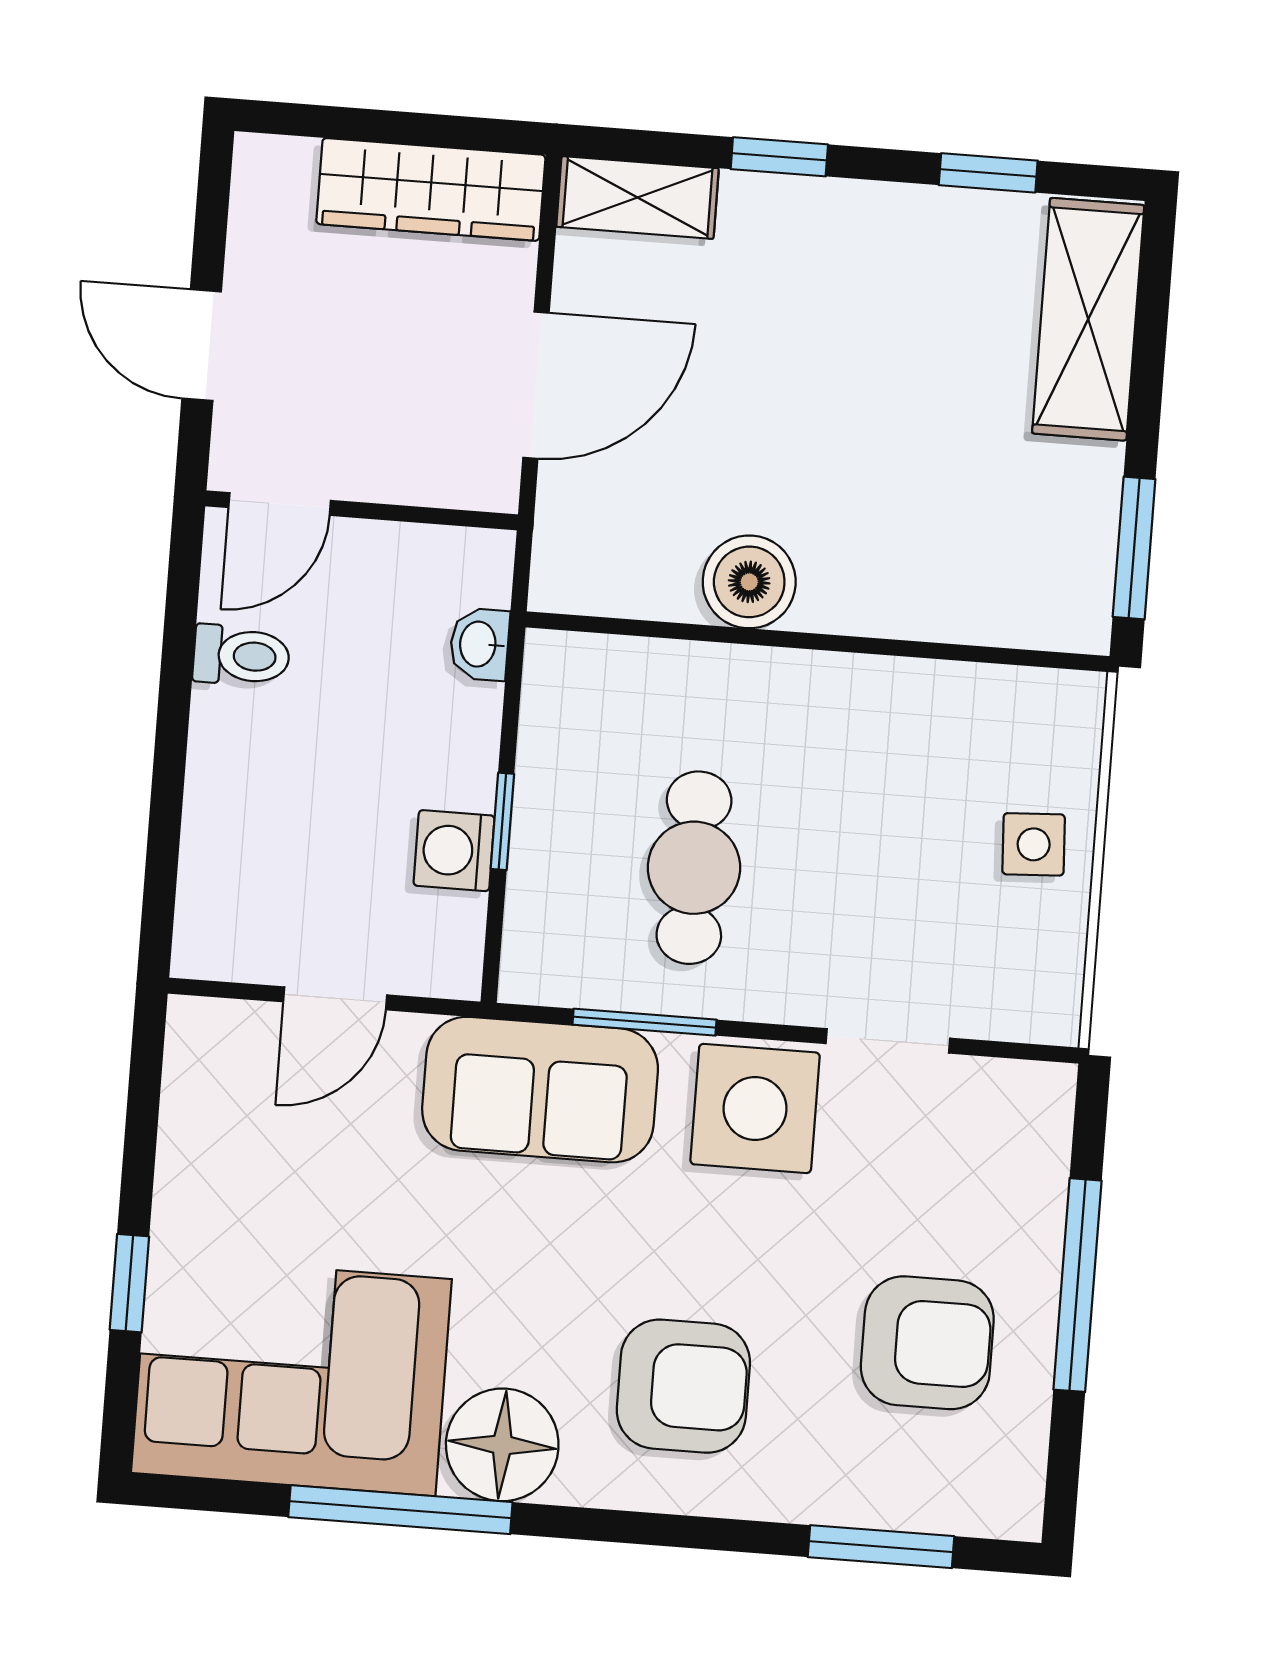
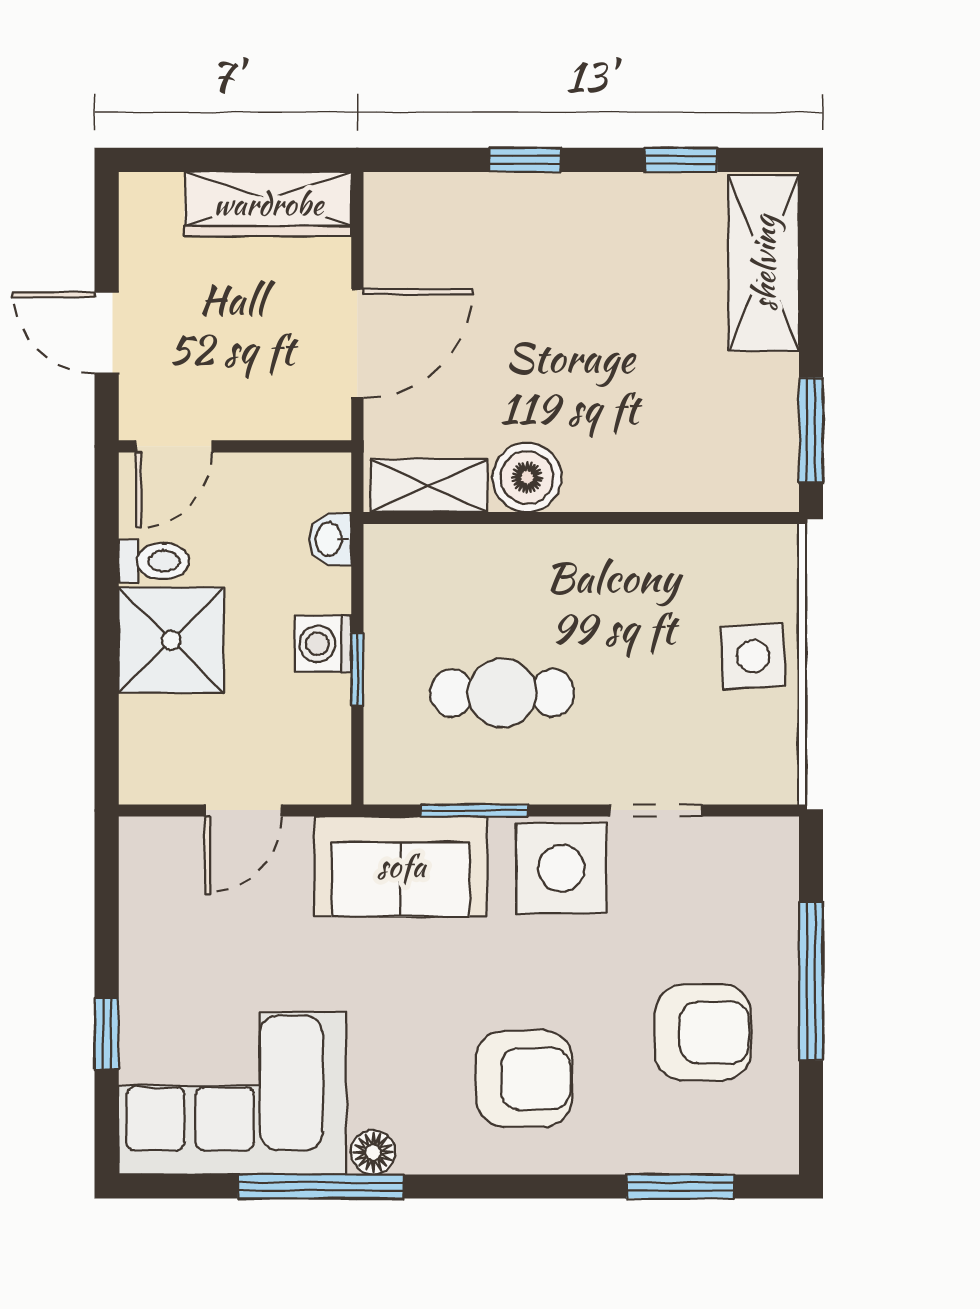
shelving: (638, 198) -> (429, 486), moved
shower: (256, 763) -> (171, 640), added
side table: (1034, 844) -> (753, 656), width x1.37, depth x1.37
washing machine: (454, 851) -> (323, 644), moved
cafe table: (694, 868) -> (502, 693), turned 90
floor lamp: (502, 1445) -> (373, 1152), width x0.53, depth x0.53

